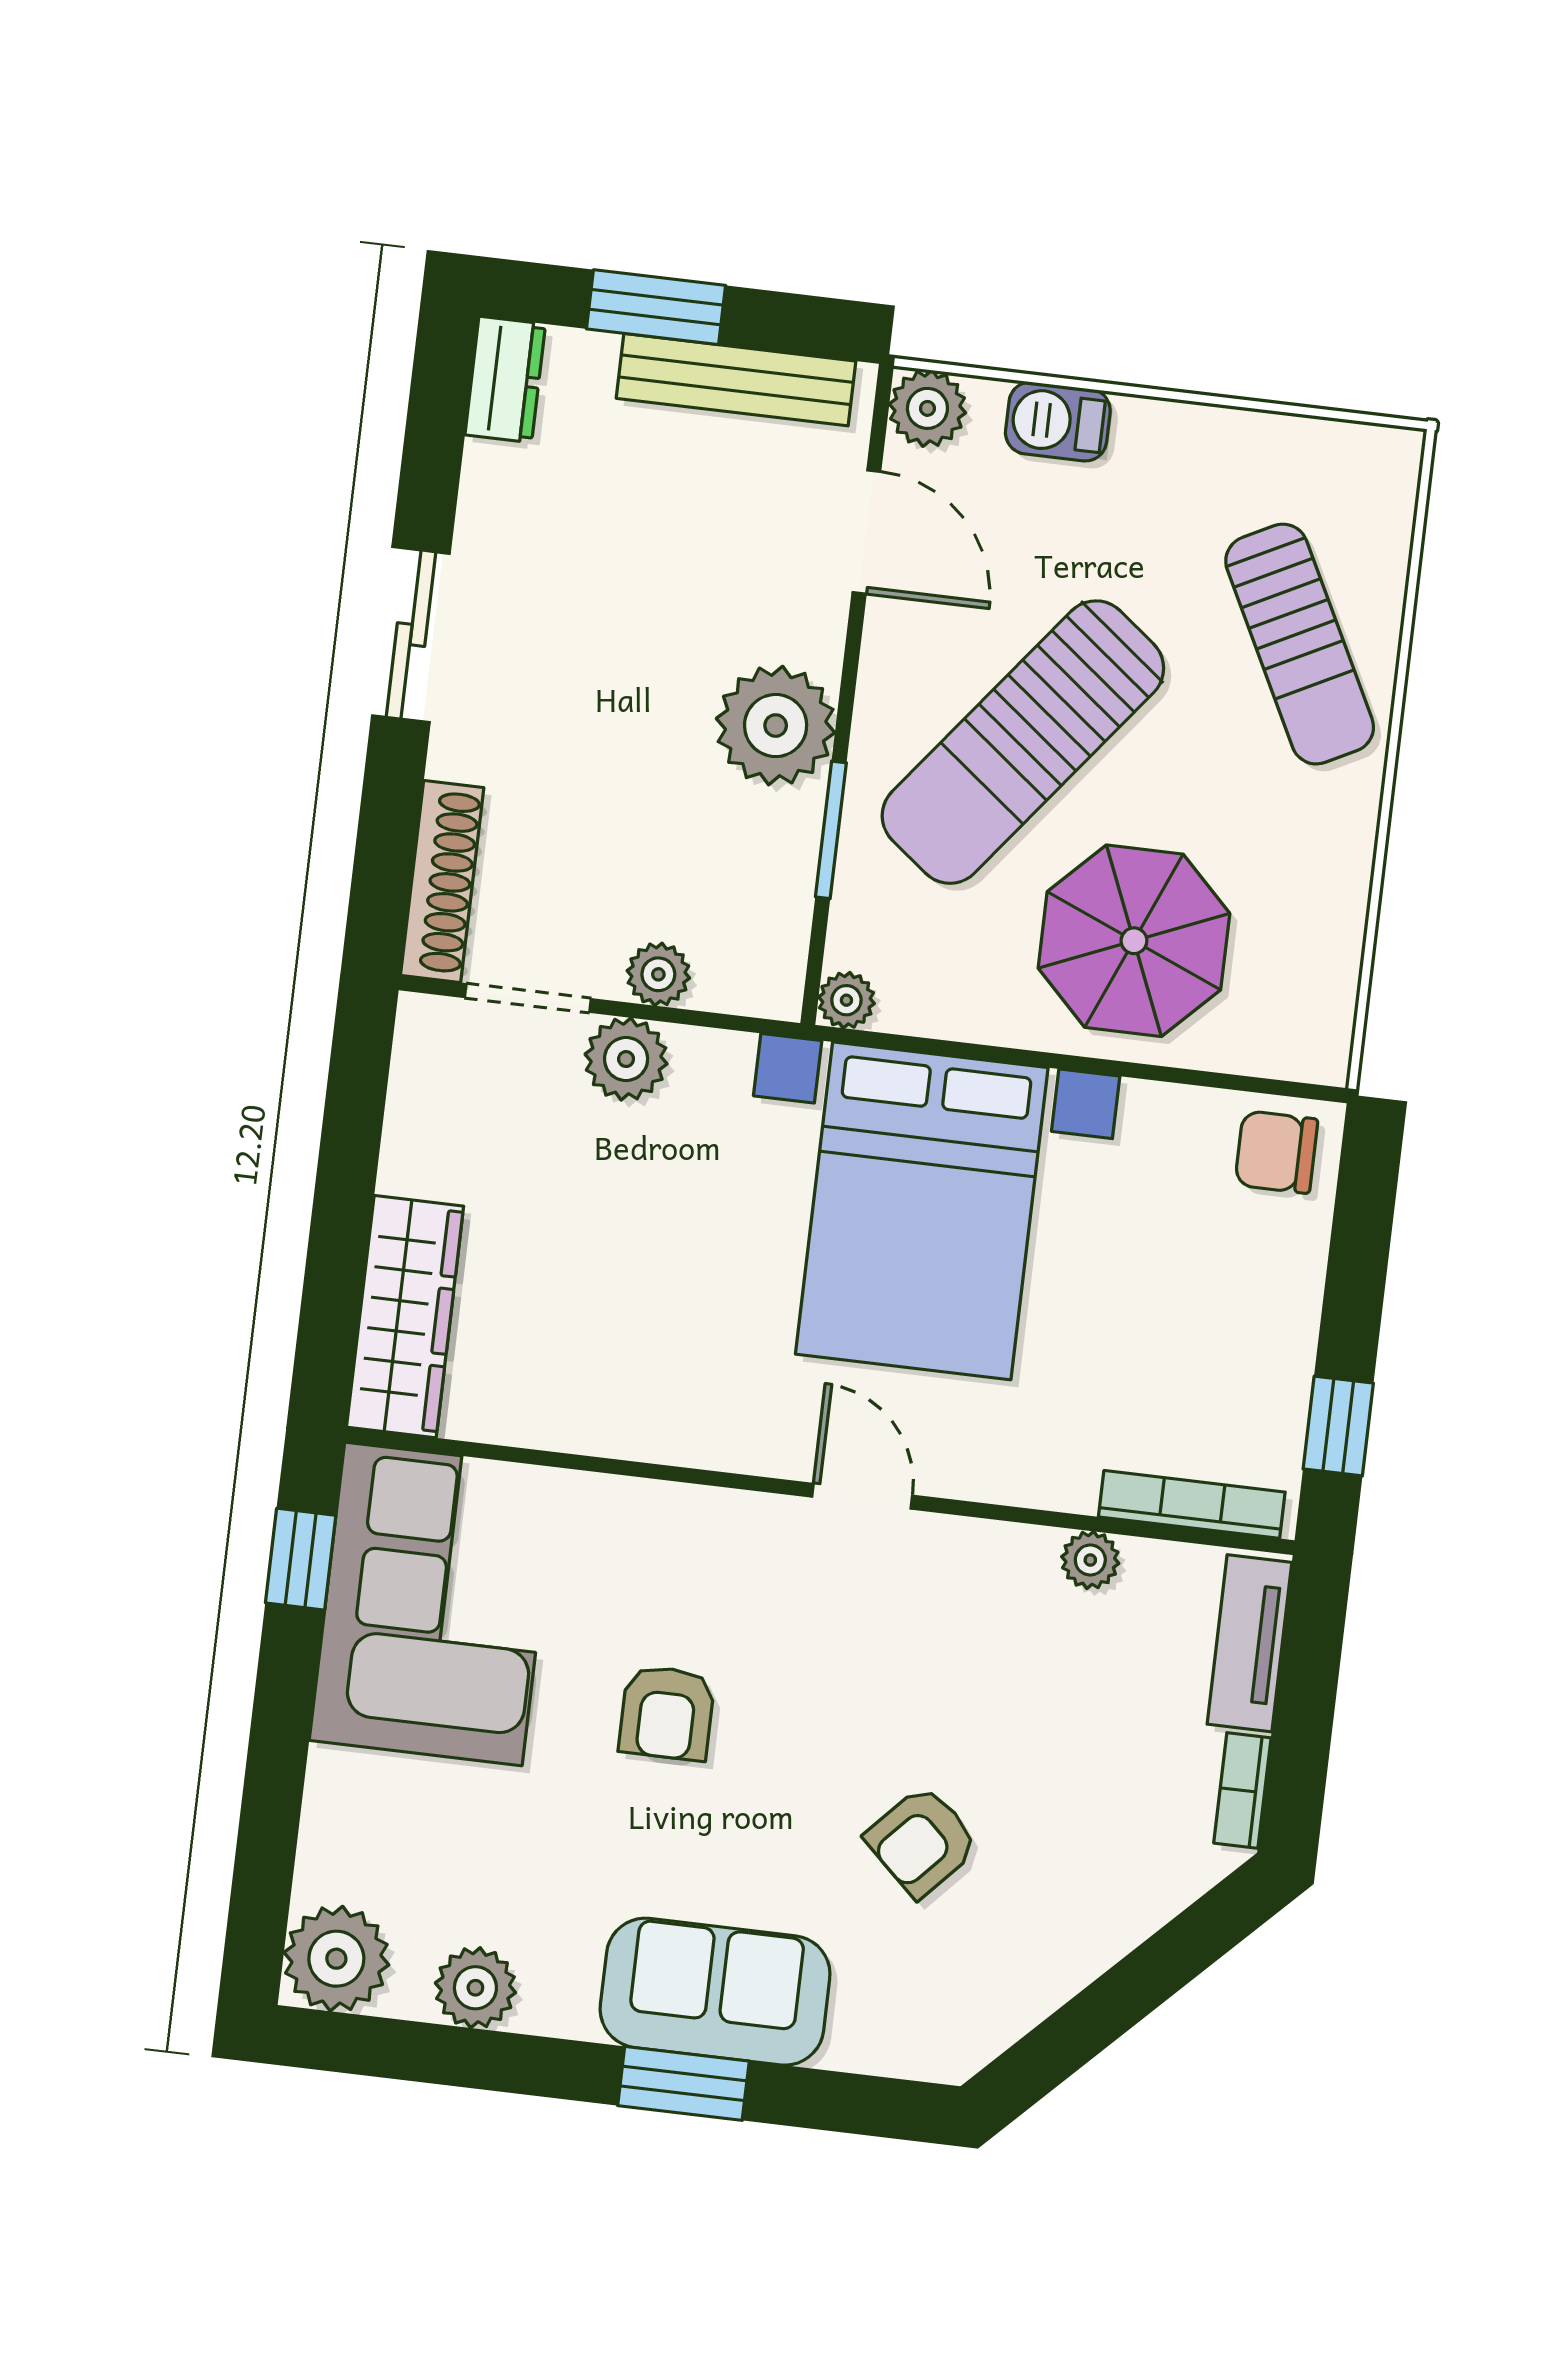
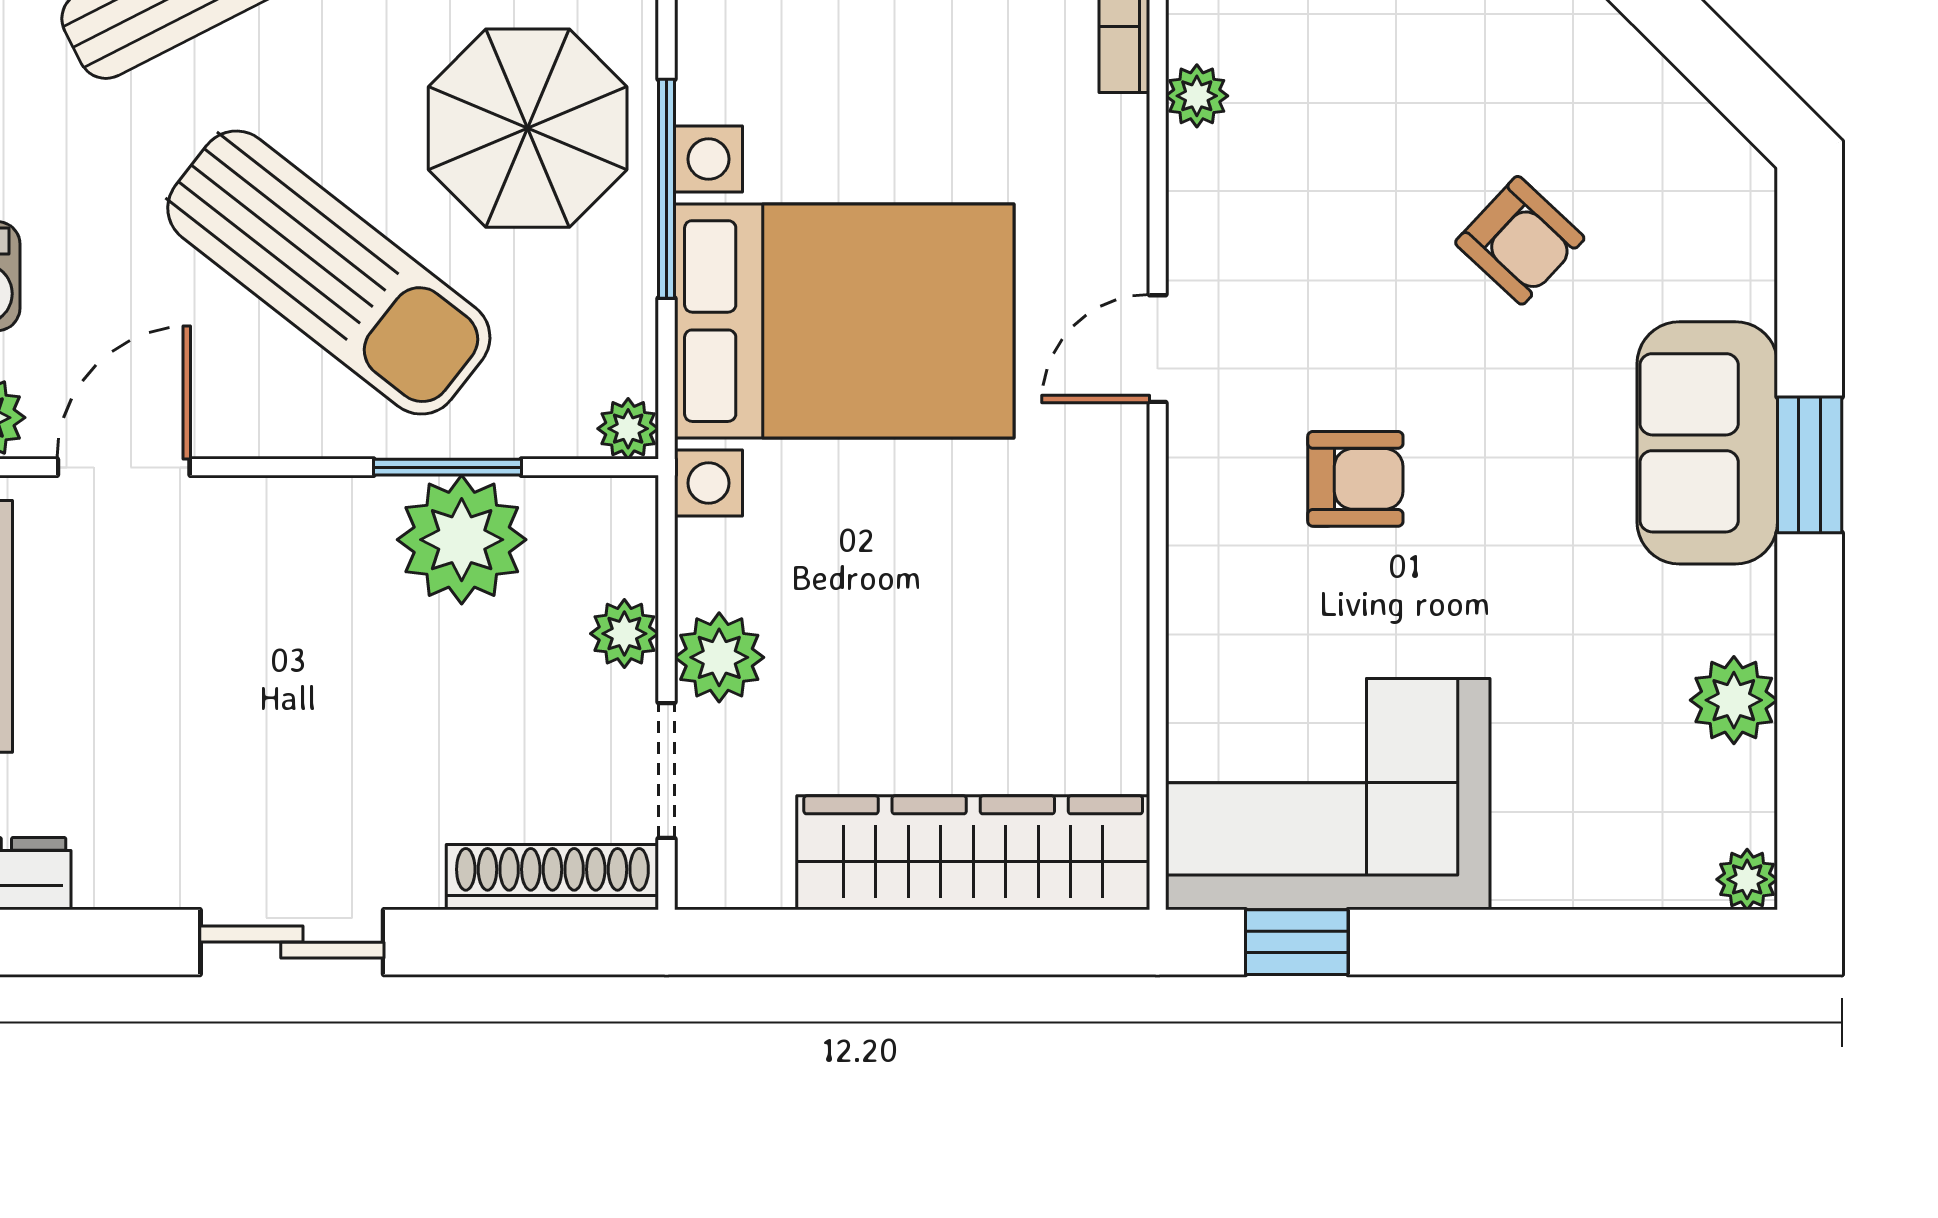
plant: (776, 726) -> (462, 540), moved
window: (1063, 1062) -> (666, 189), added
wardrobe: (405, 1317) -> (973, 853), width x1.40, depth x1.17
armchair: (667, 1713) -> (1355, 479), moved
plant: (336, 1959) -> (1747, 879), width x0.53, depth x0.53

